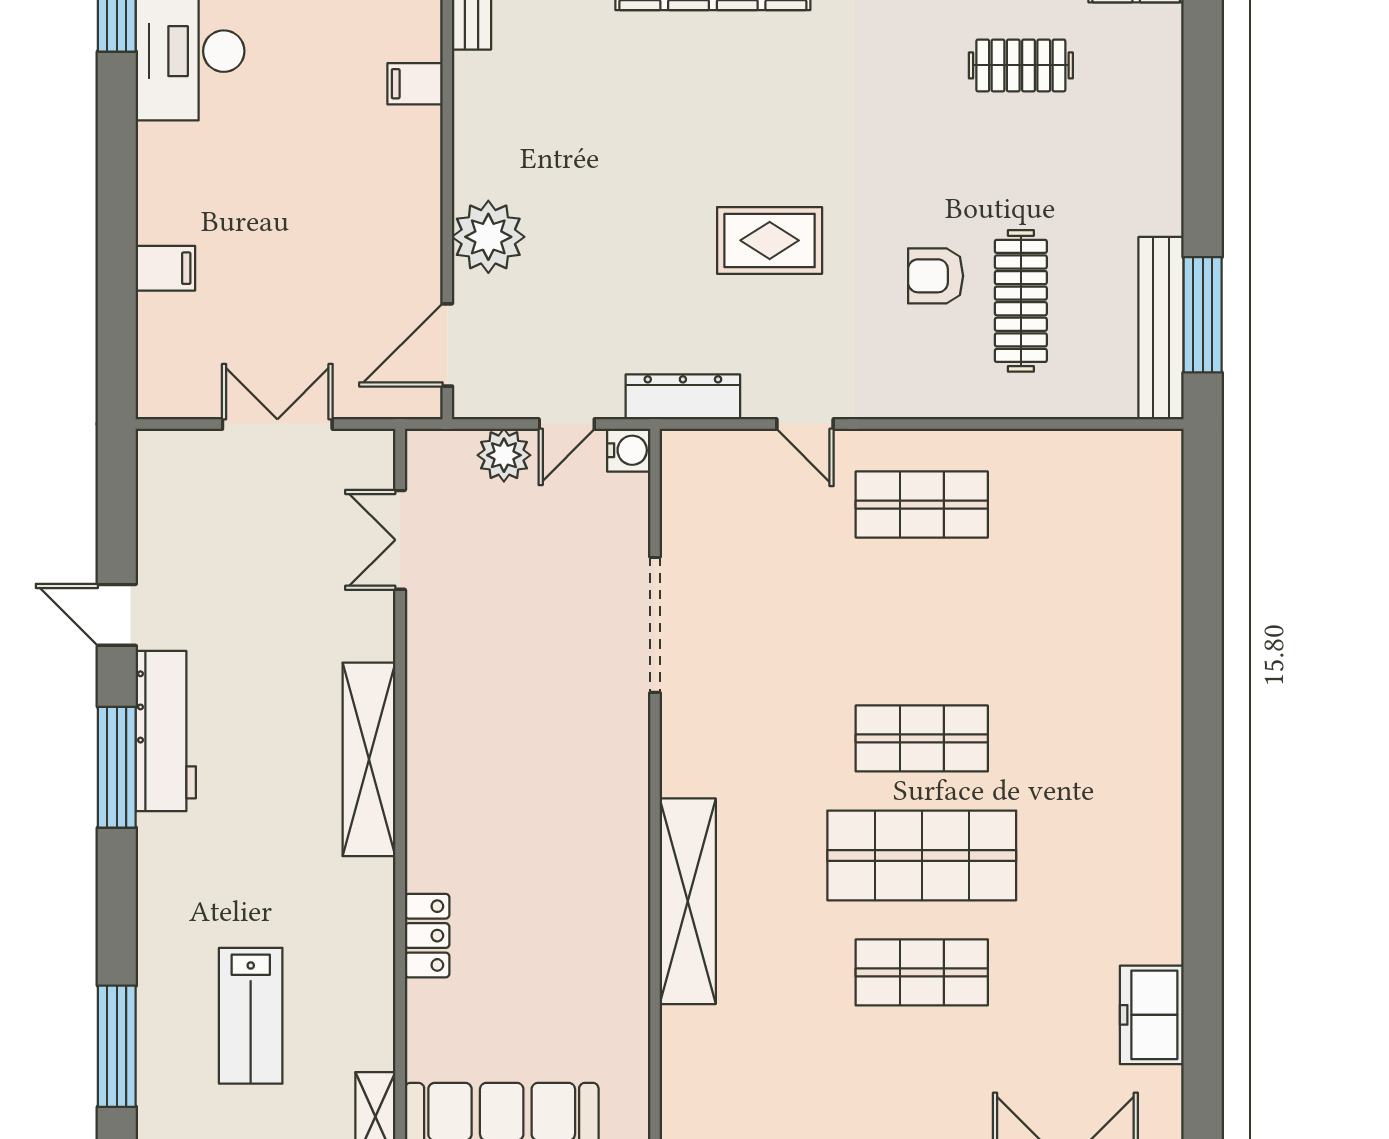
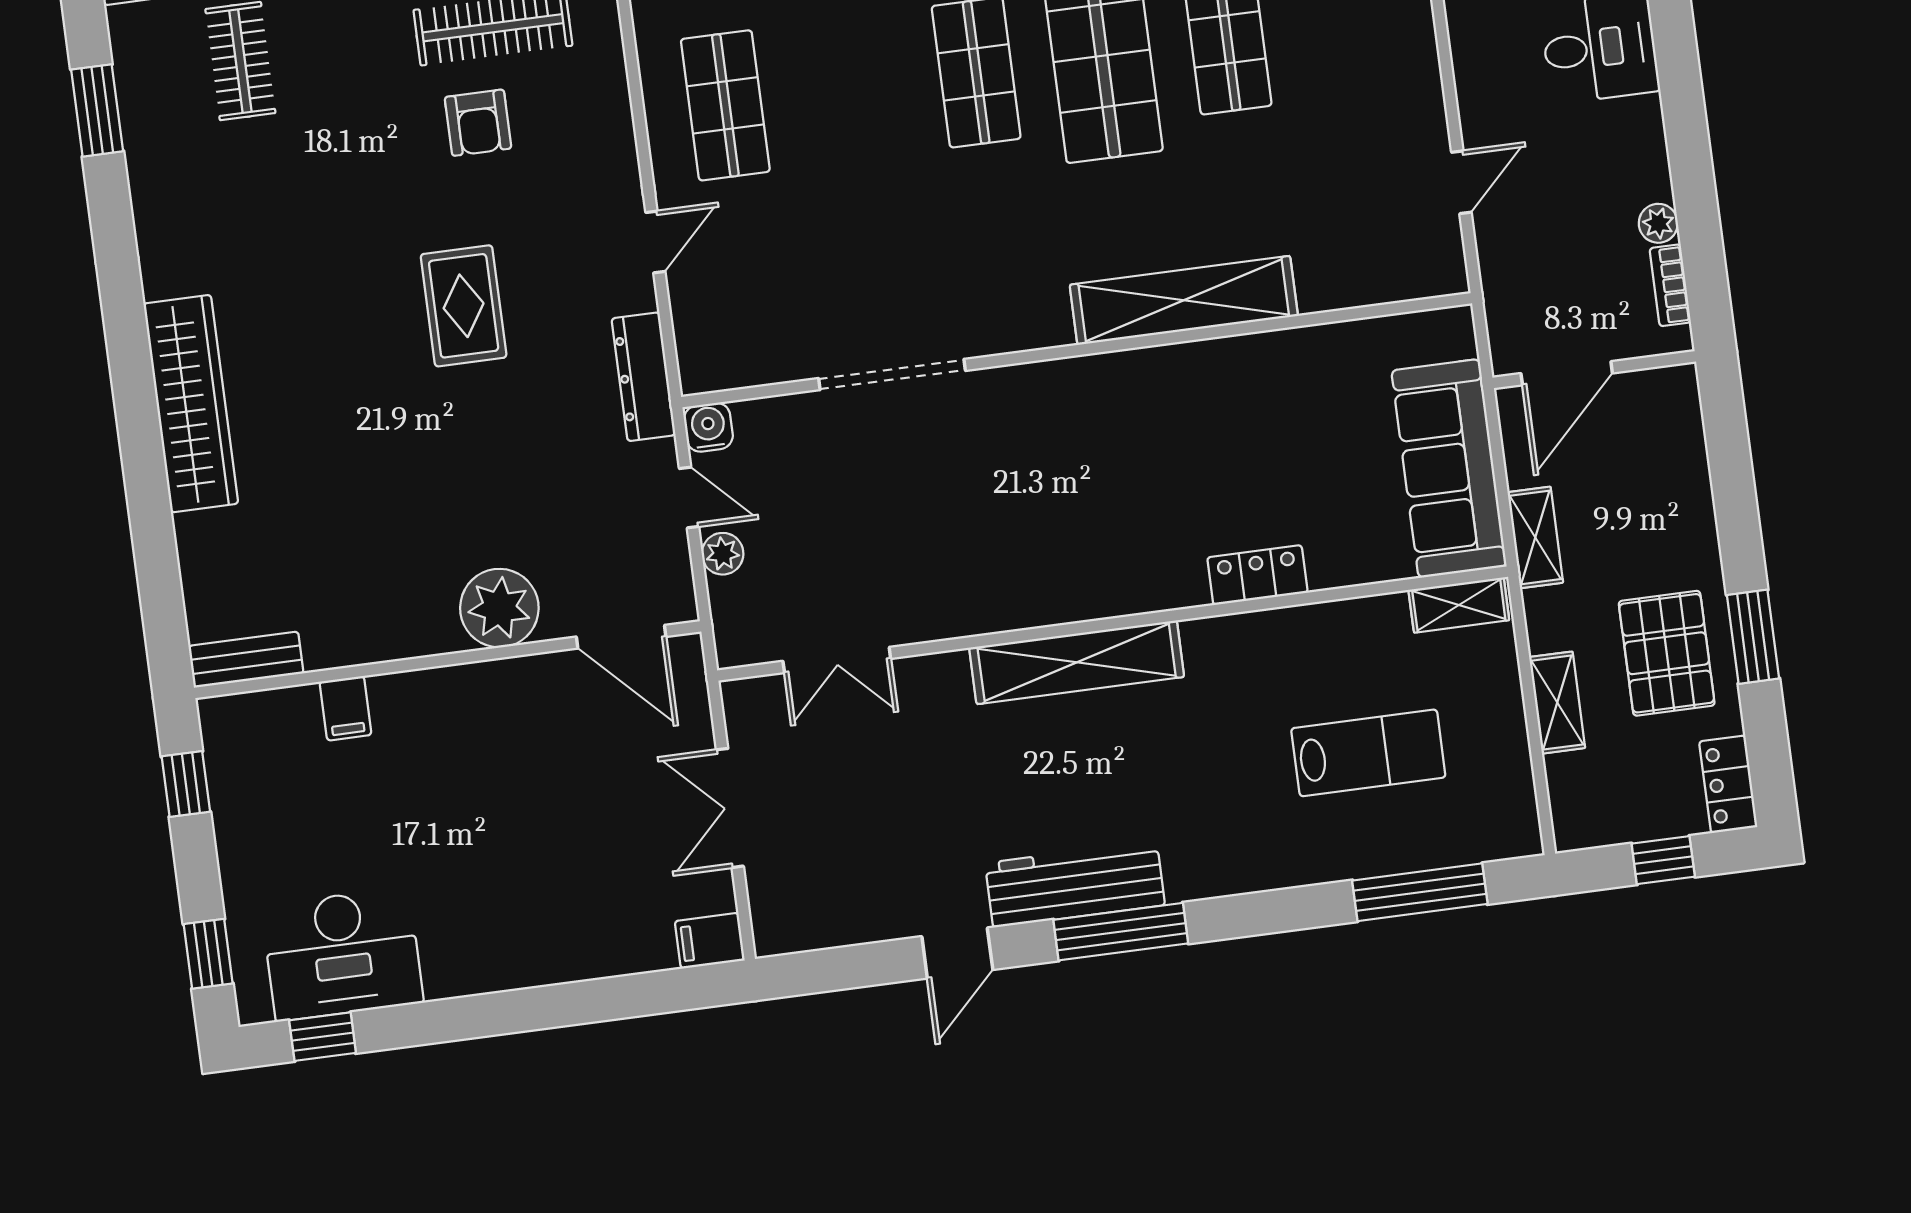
filing cabinet: (165, 268) -> (710, 941), moved, turned -90
plant: (504, 455) -> (723, 554), width x0.73, depth x0.73

